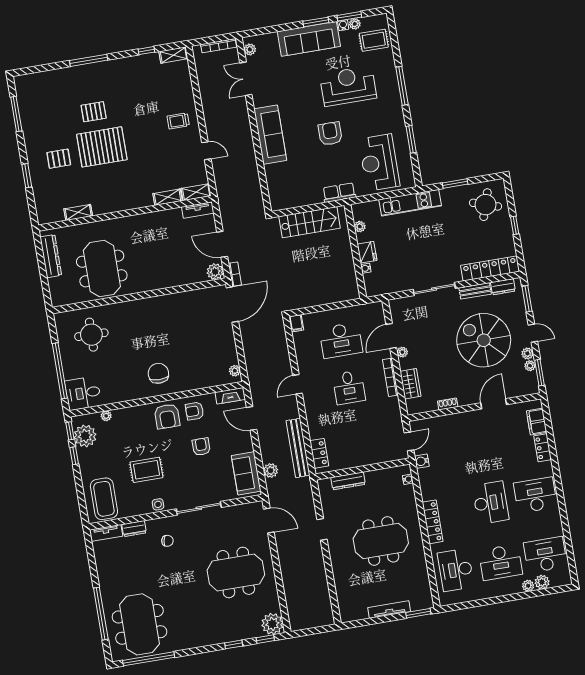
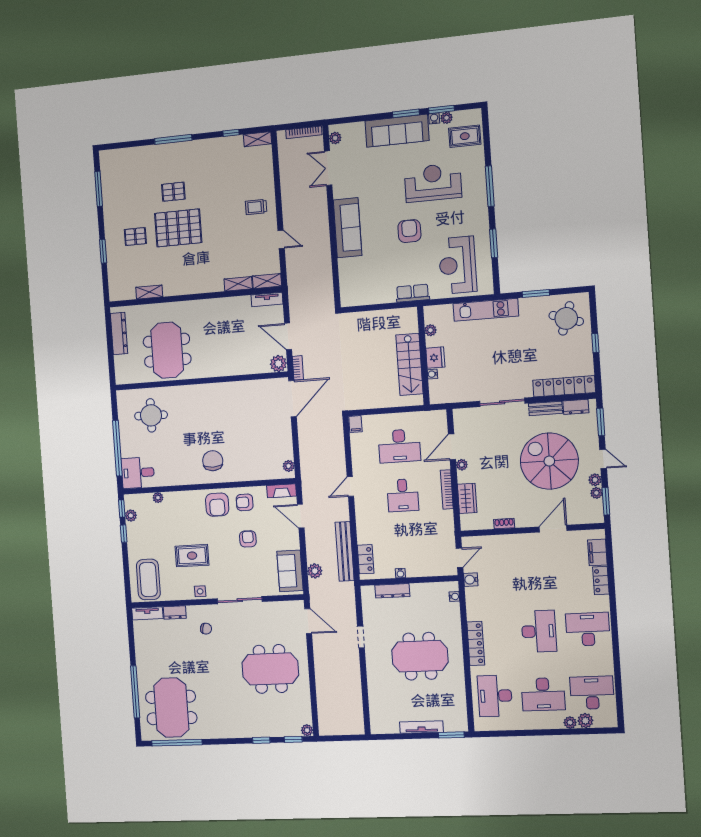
stairs: (310, 222) -> (409, 364), moved, turned 90
plant: (85, 436) -> (131, 516), width x0.53, depth x0.53
water cooler: (354, 463) -> (400, 573), added
plant: (272, 624) -> (307, 730), width x0.53, depth x0.53

